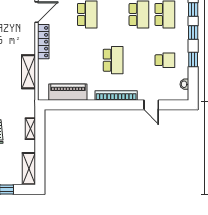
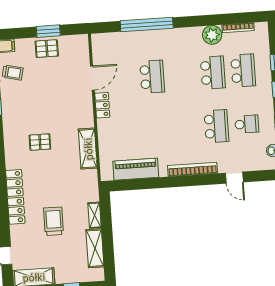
locker: (43, 42) -> (102, 105), width x0.66
school desk: (113, 60) -> (216, 126), moved
shelving: (29, 169) -> (95, 248), moved

